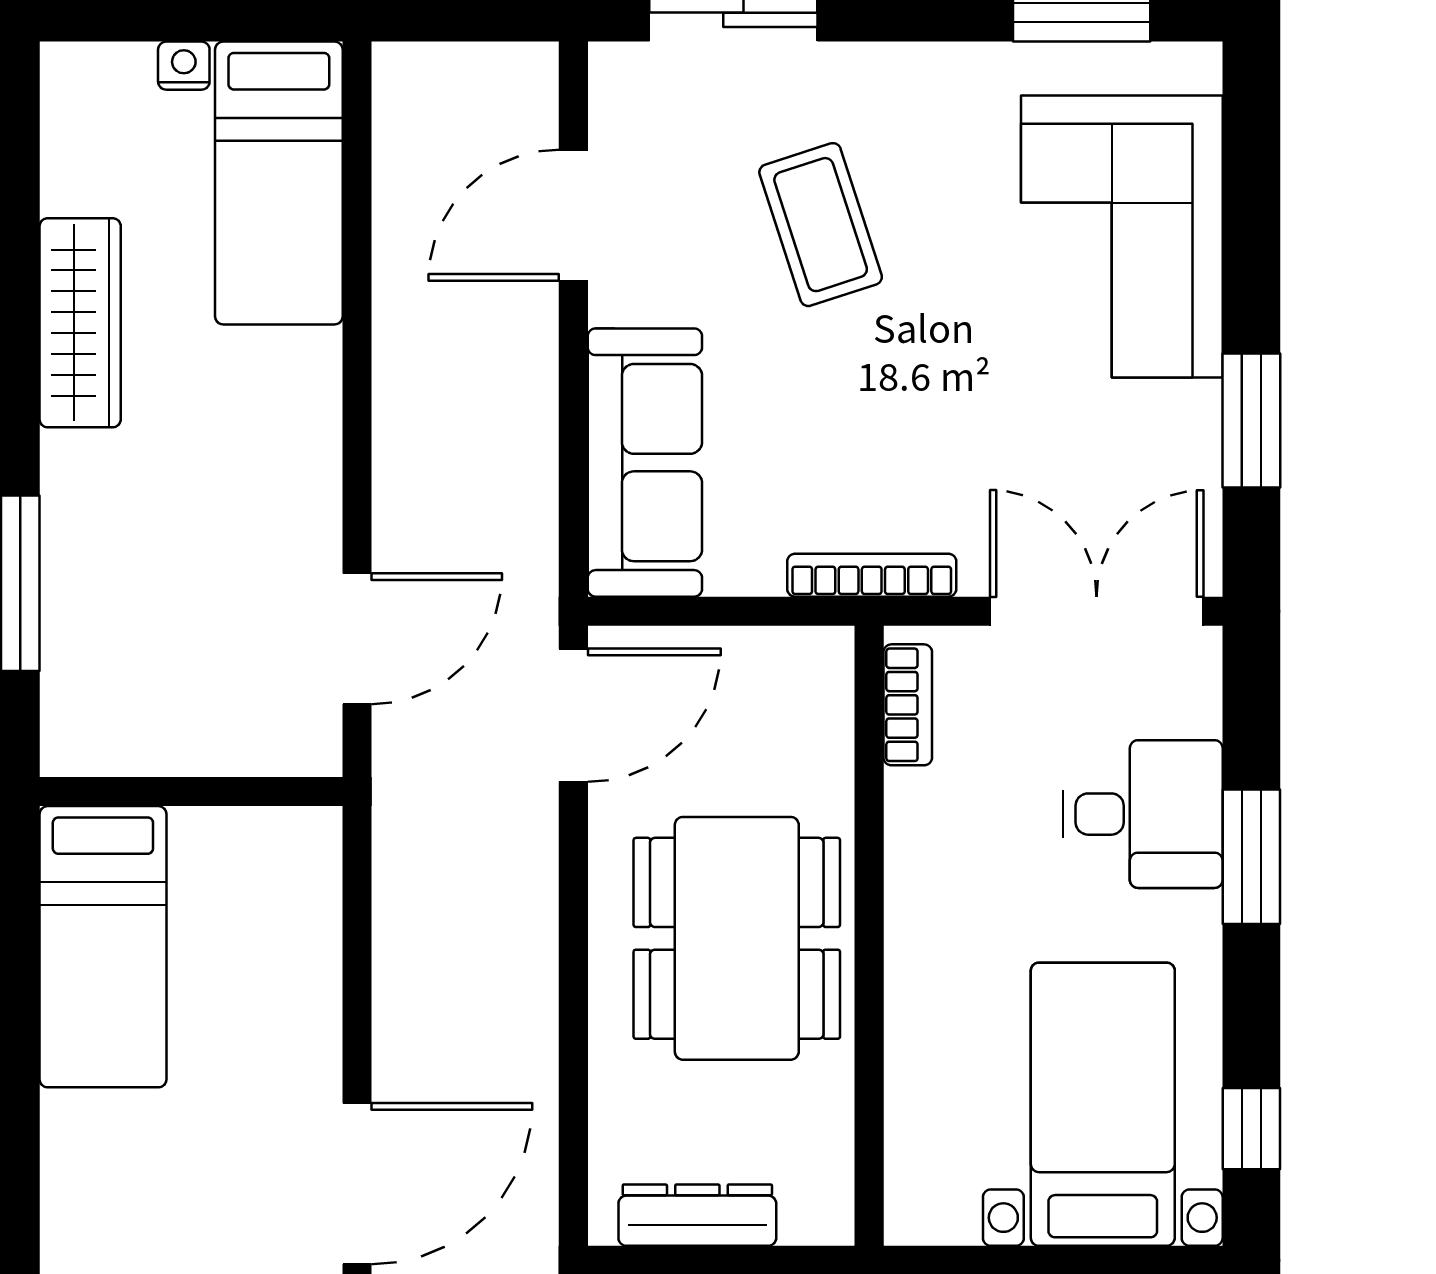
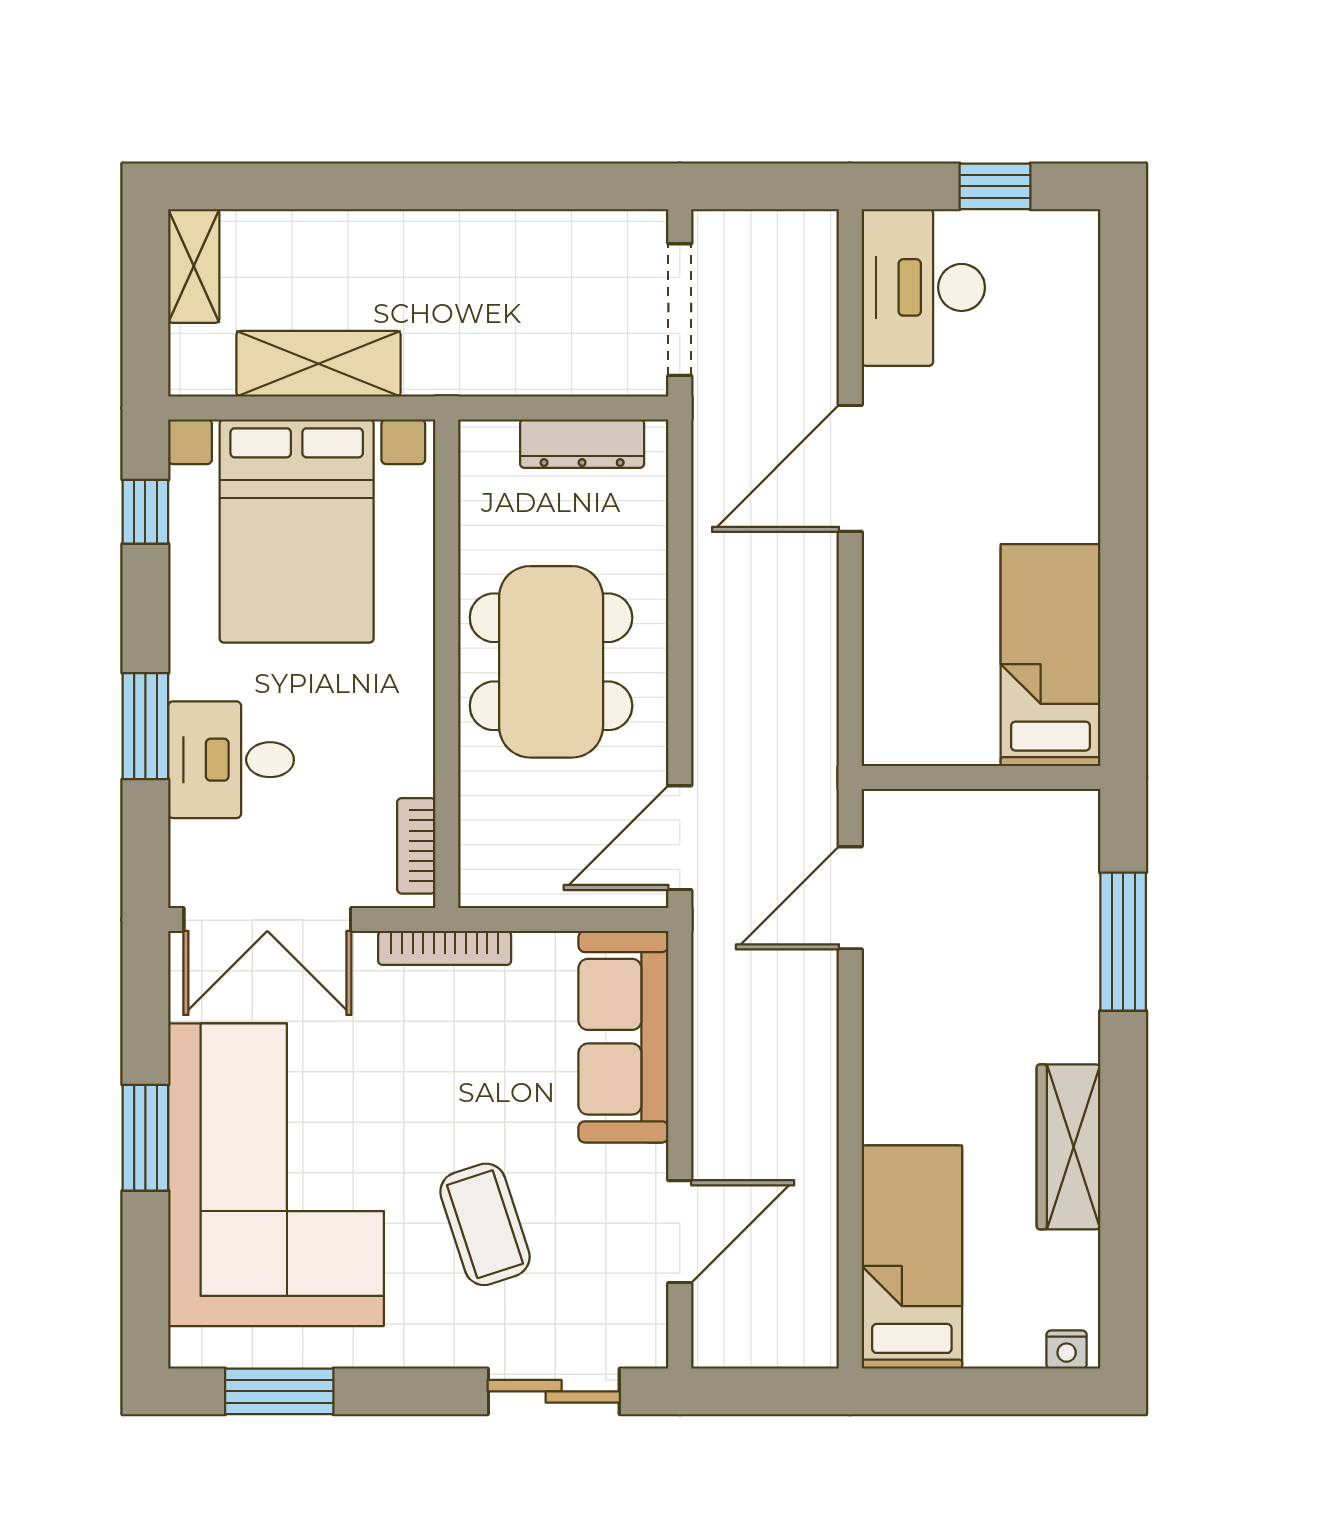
nightstand: (184, 66) -> (1067, 1350), moved
corner sofa: (1122, 236) -> (276, 1175), width x1.36, depth x1.36
window: (1251, 421) -> (145, 1138), moved
bed with nightstands: (1103, 1104) -> (297, 531), width x1.36

